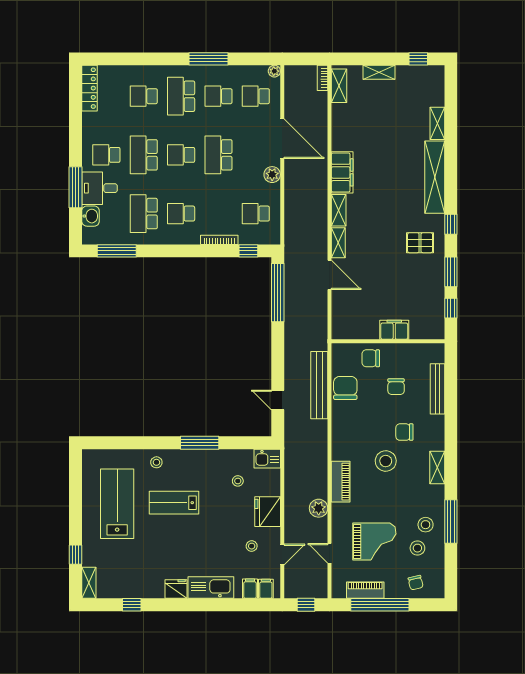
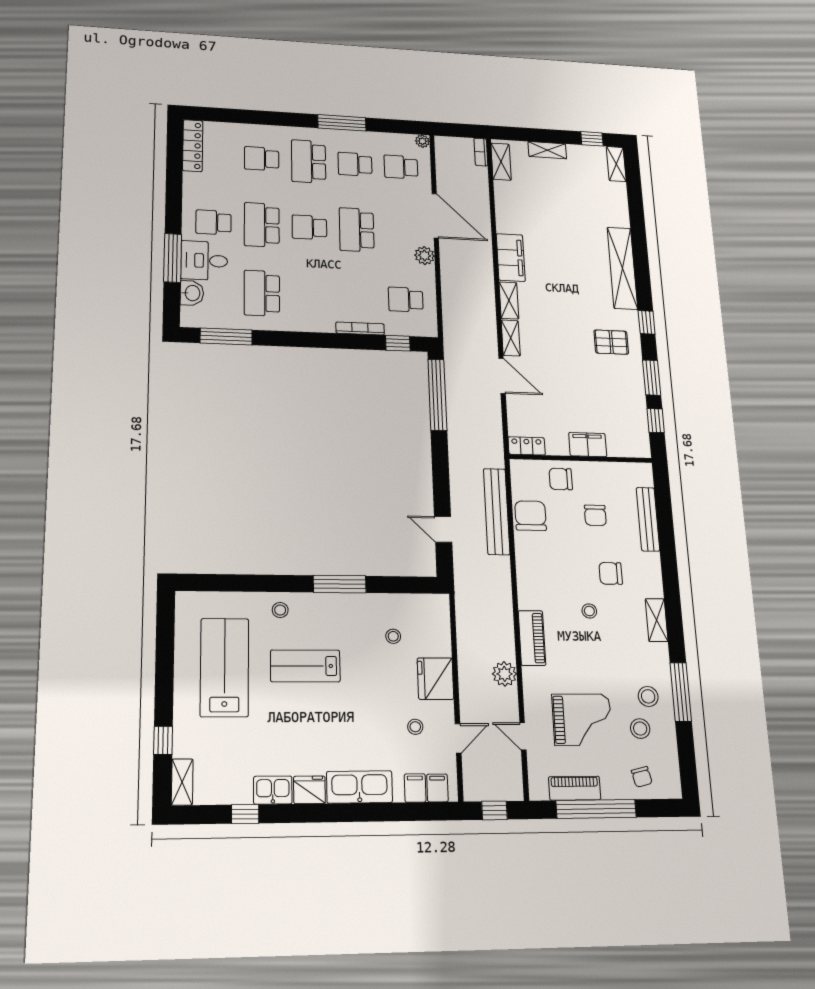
shelving: (437, 123) -> (616, 164), moved
school desk: (181, 214) -> (310, 295), removed
locker: (346, 332) -> (527, 446), added
kitchen sink: (267, 459) -> (273, 790), moved, turned 180
stool: (386, 461) -> (589, 611), width x0.53, depth x0.53

